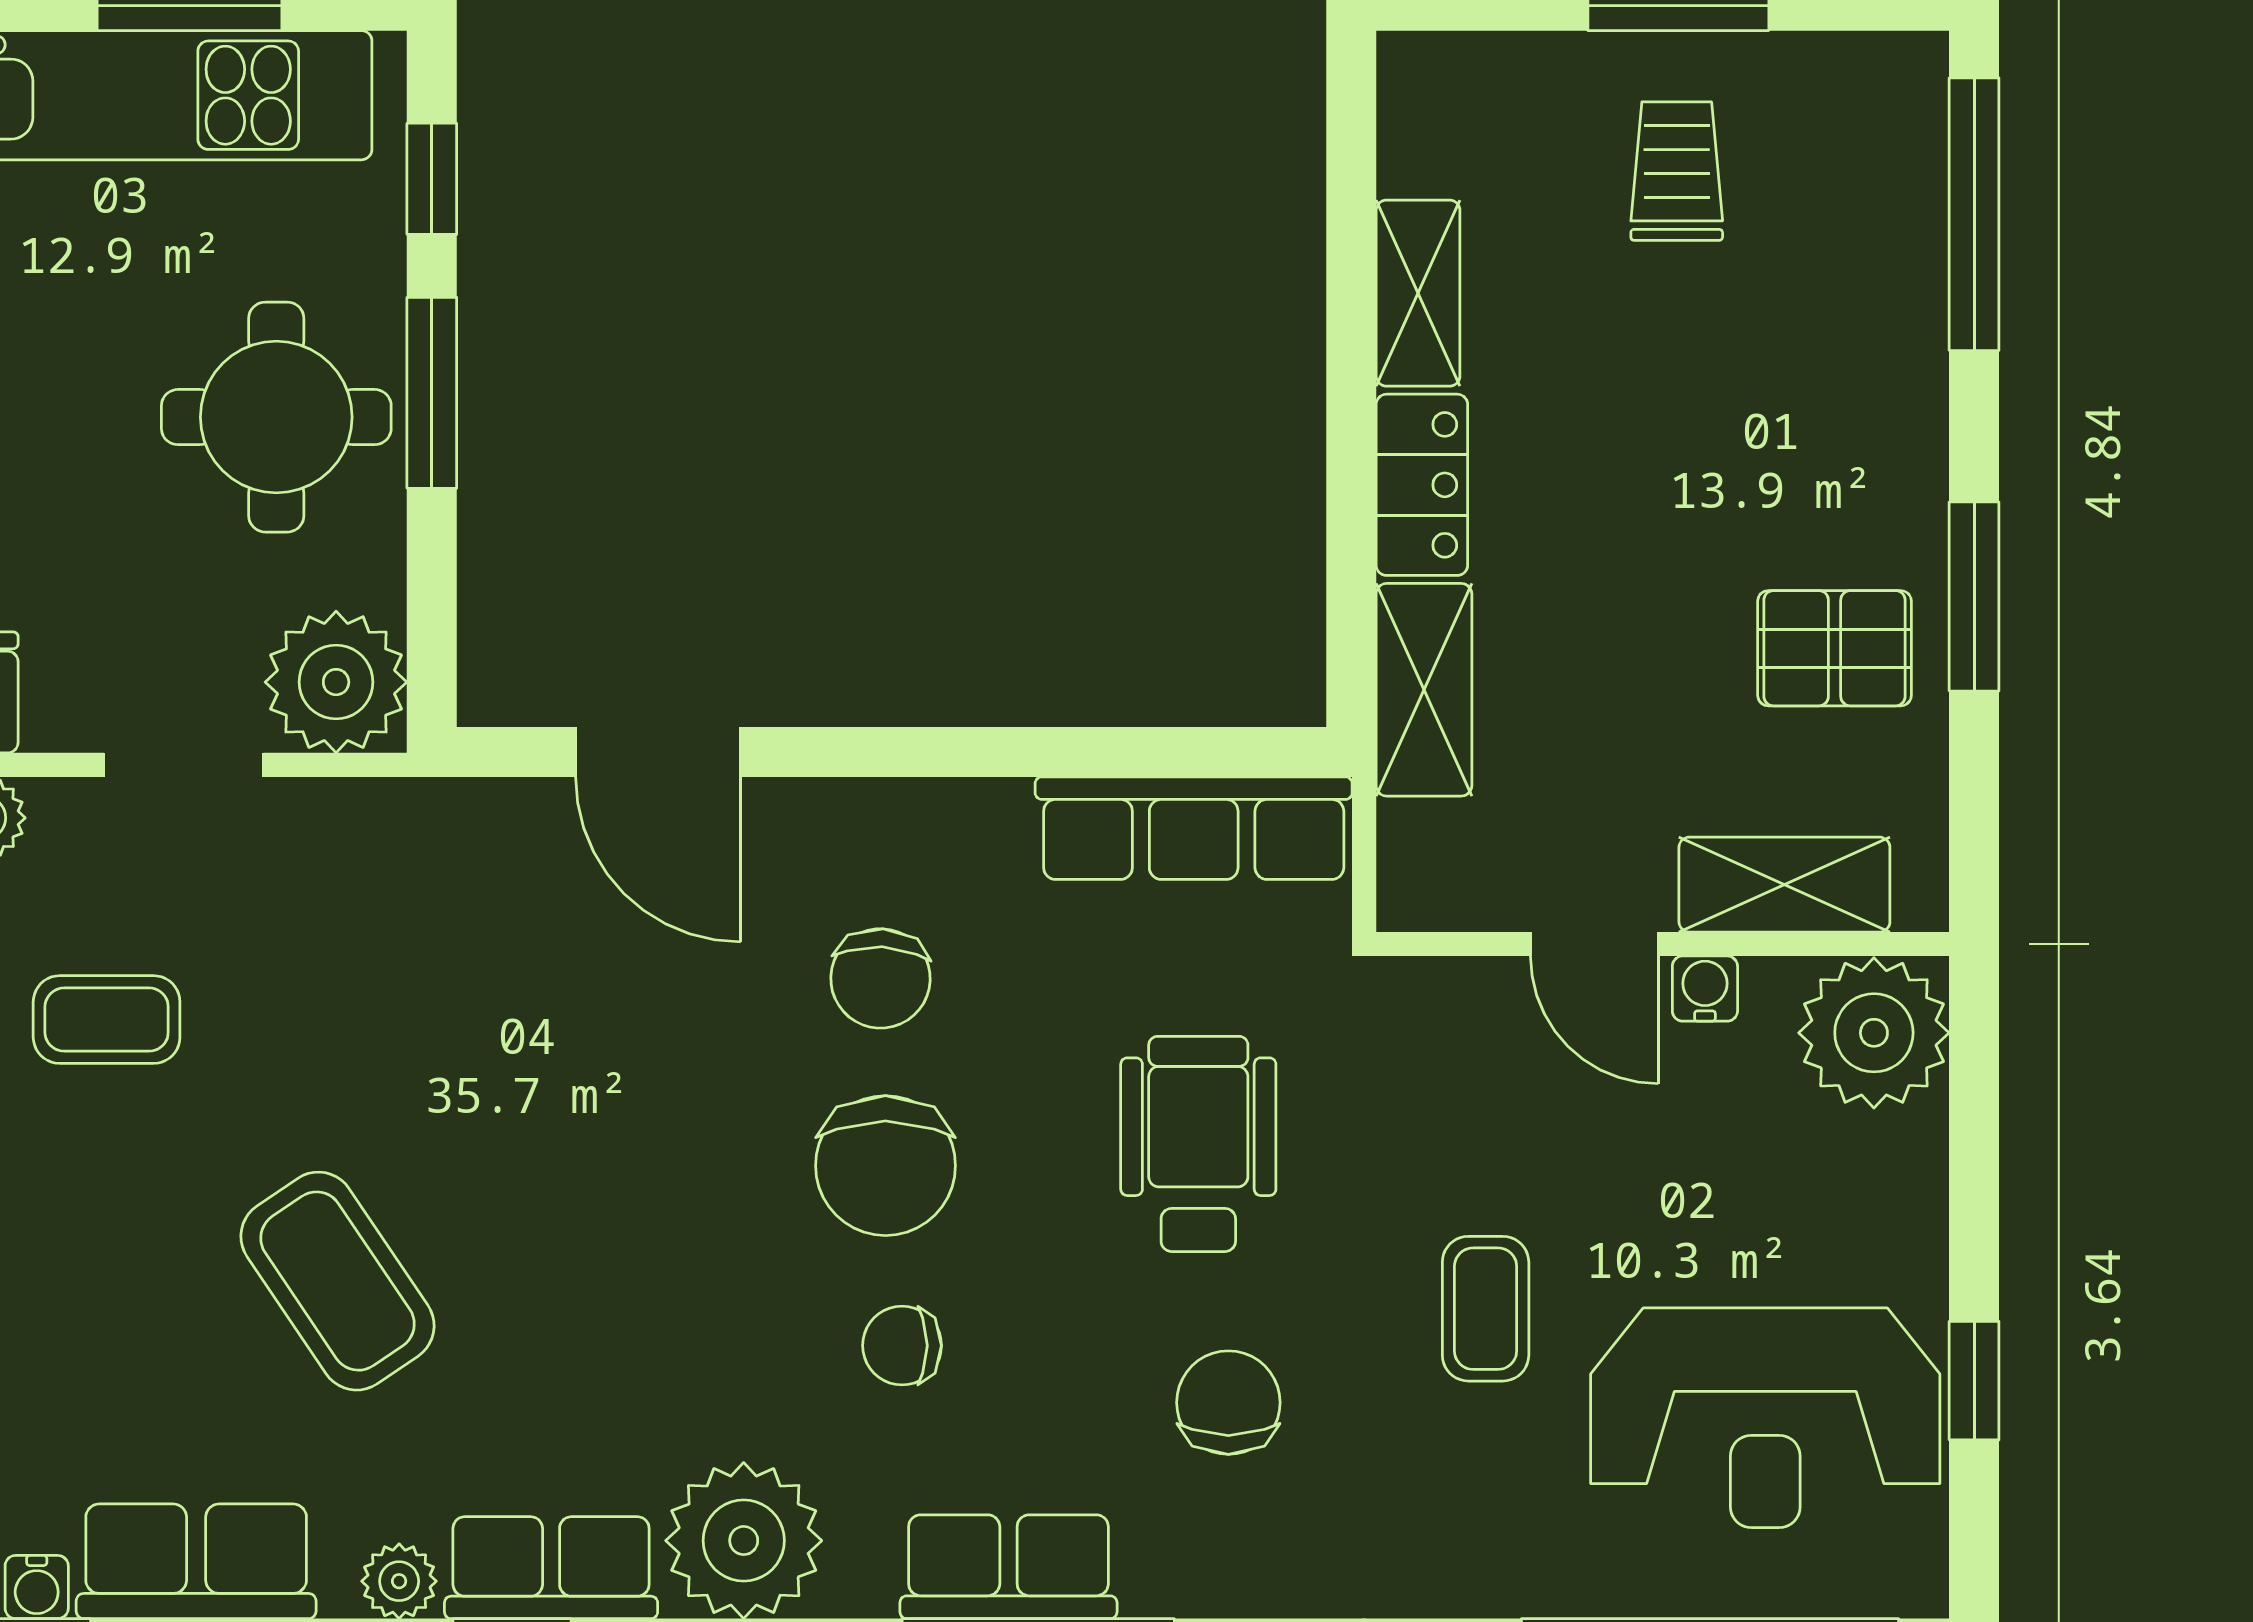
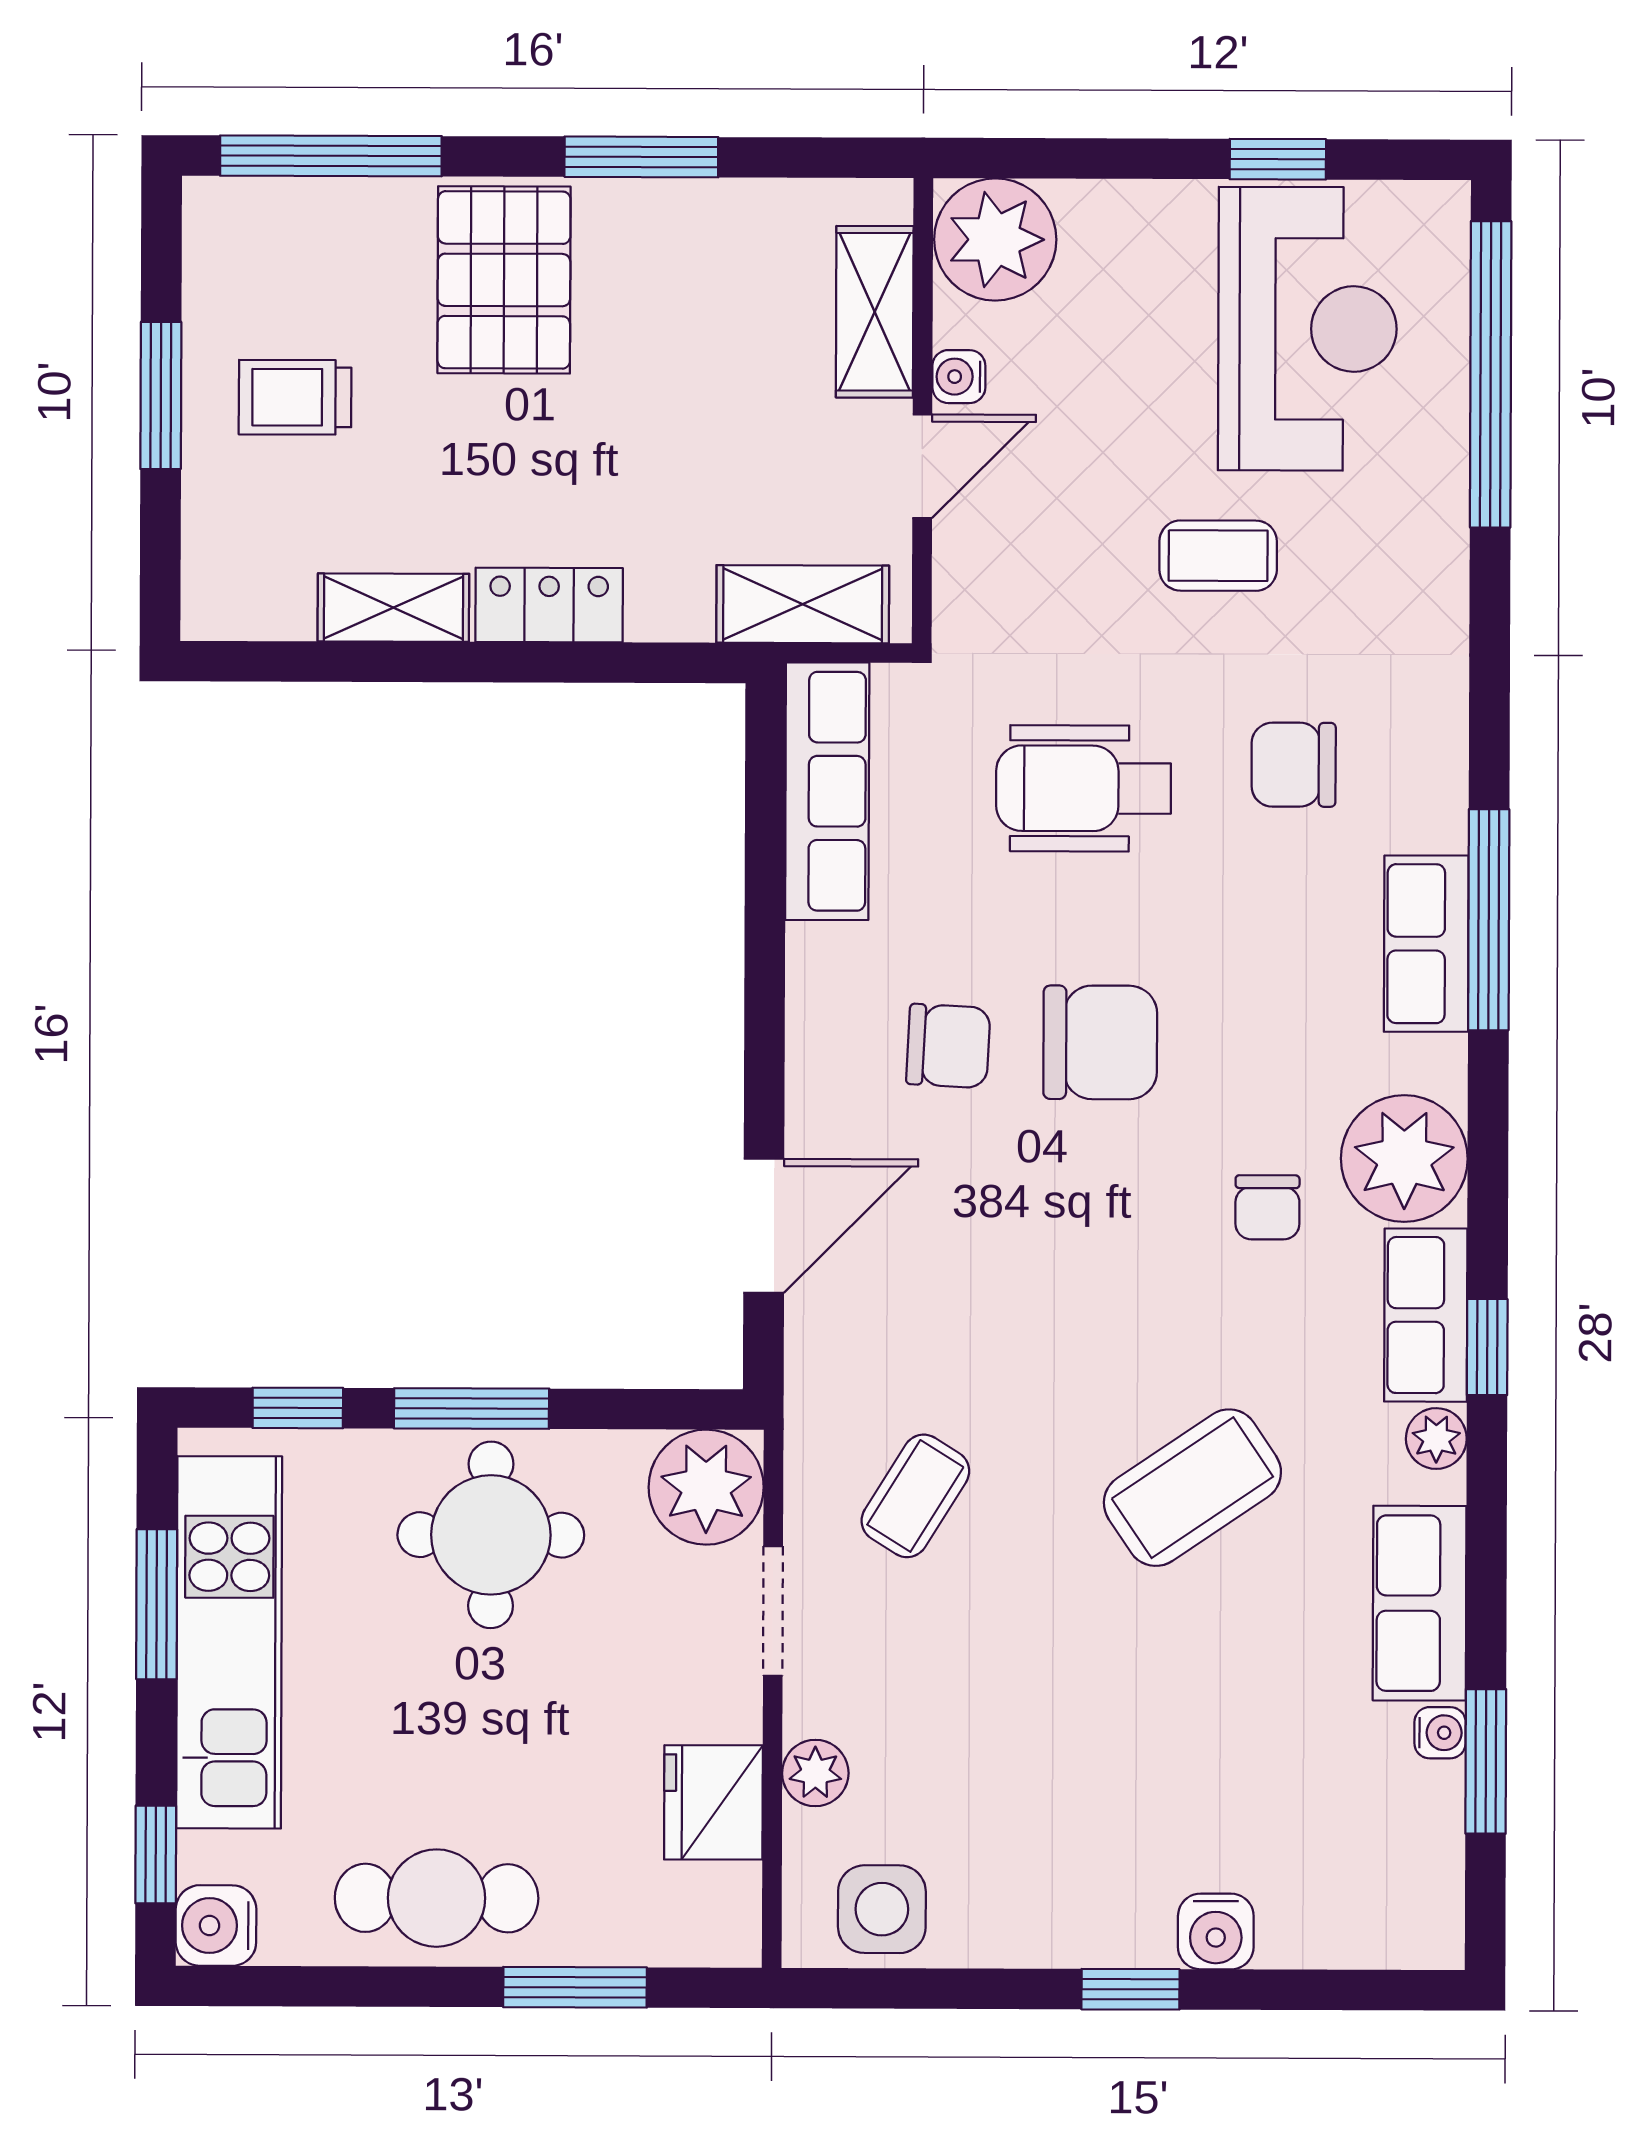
pallet: (1835, 648) -> (504, 280), moved, width x1.50, depth x1.42
shelving: (1424, 690) -> (803, 604), moved
coffee table: (107, 1020) -> (915, 1496), moved, turned 32
chair: (902, 1346) -> (1267, 1207), moved

